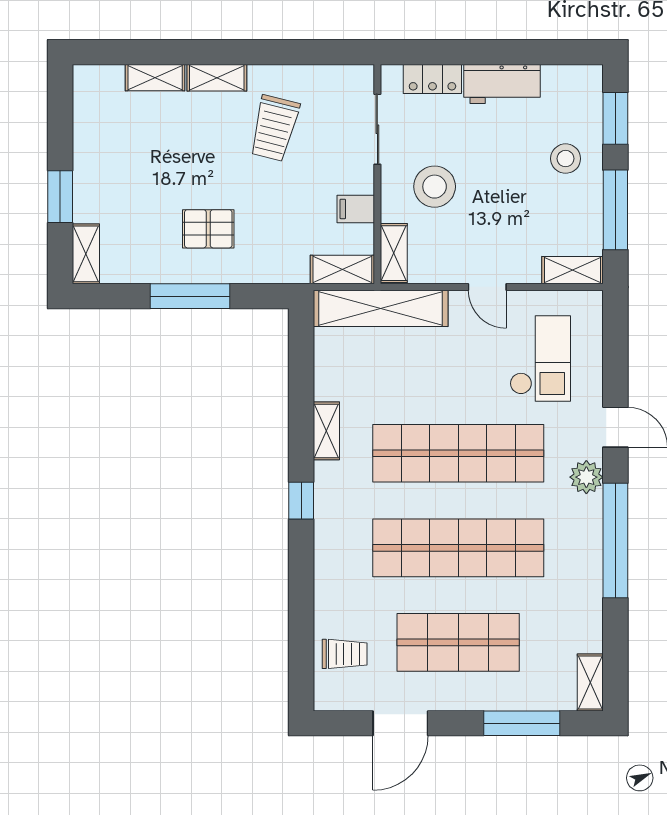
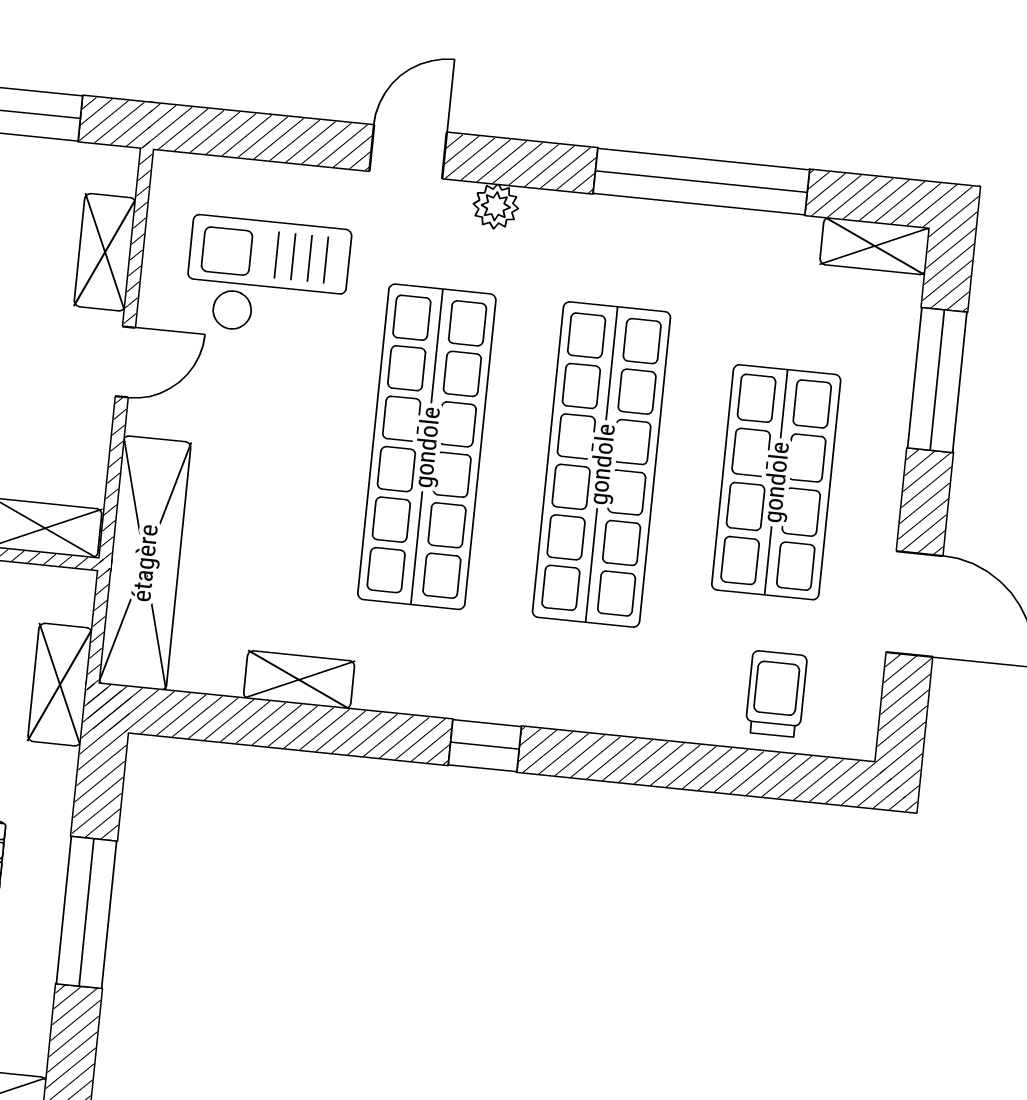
shelving: (342, 270) -> (60, 685), moved
shelving: (572, 270) -> (105, 252), moved
shelving: (326, 431) -> (299, 680), moved
plant: (586, 477) -> (496, 206), width x0.73, depth x0.73
window: (615, 540) -> (701, 182), moved

